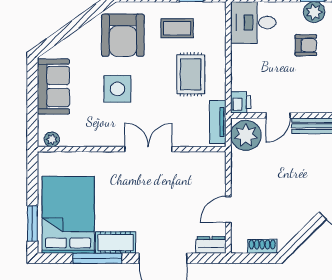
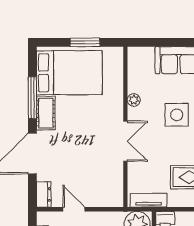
plant: (52, 139) -> (134, 100), moved
window: (32, 224) -> (85, 42), moved

